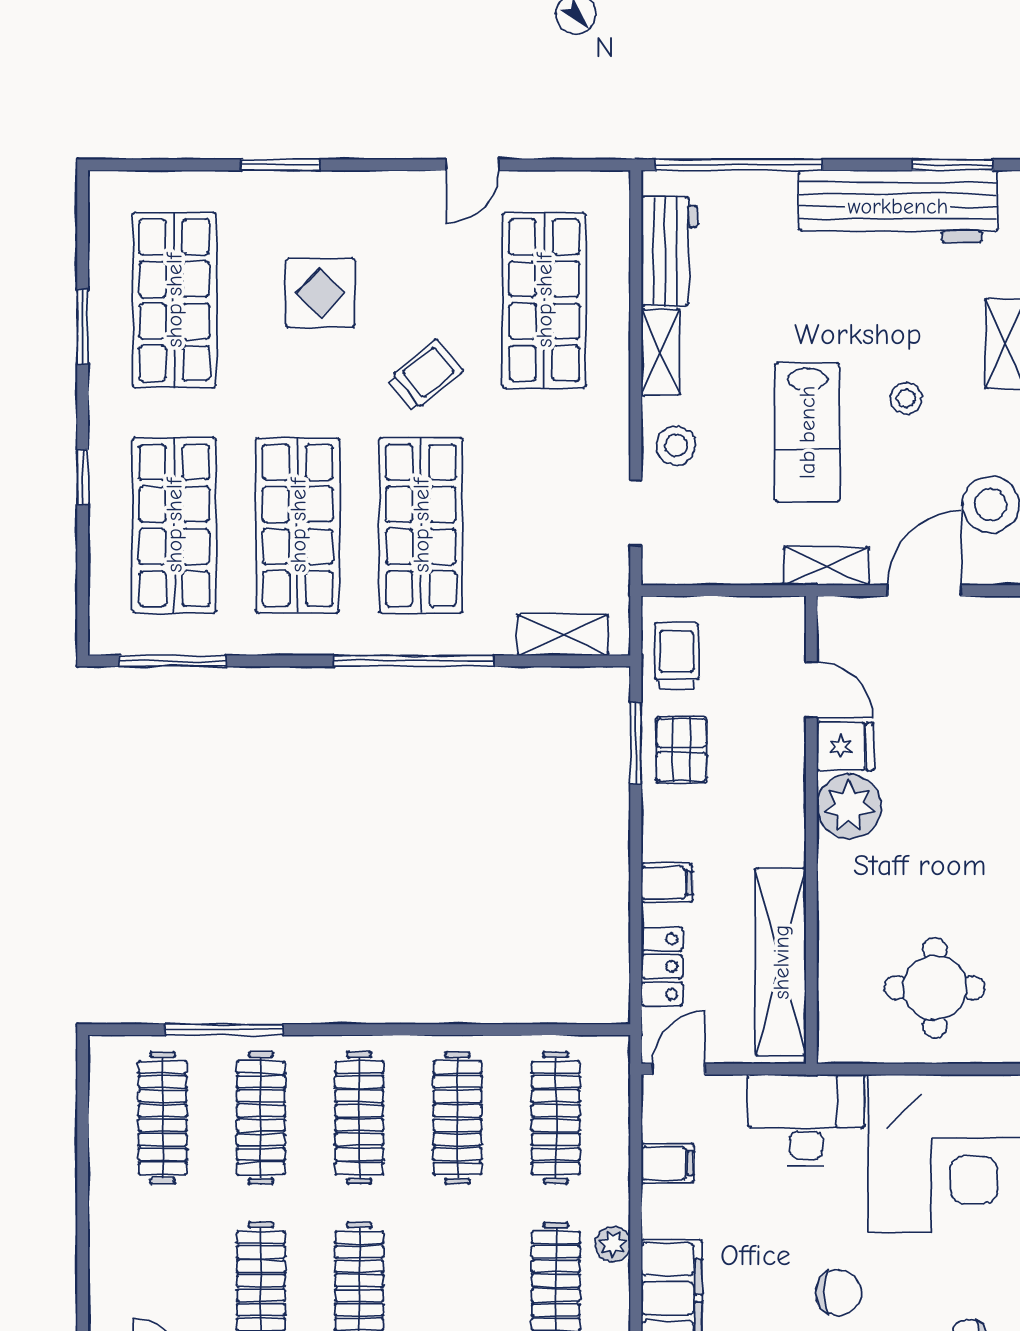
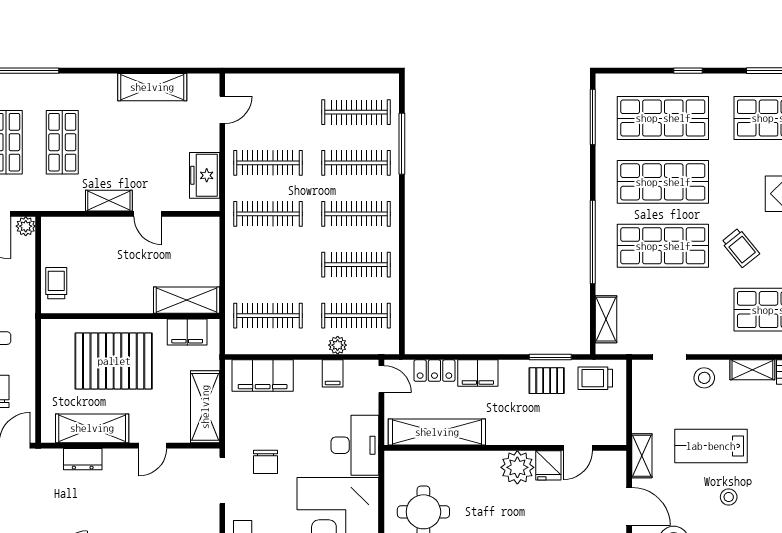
trolley: (677, 656) -> (595, 378), turned 180
filing cabinet: (667, 883) -> (478, 373), width x2.00
plant: (613, 1244) -> (338, 345), moved

